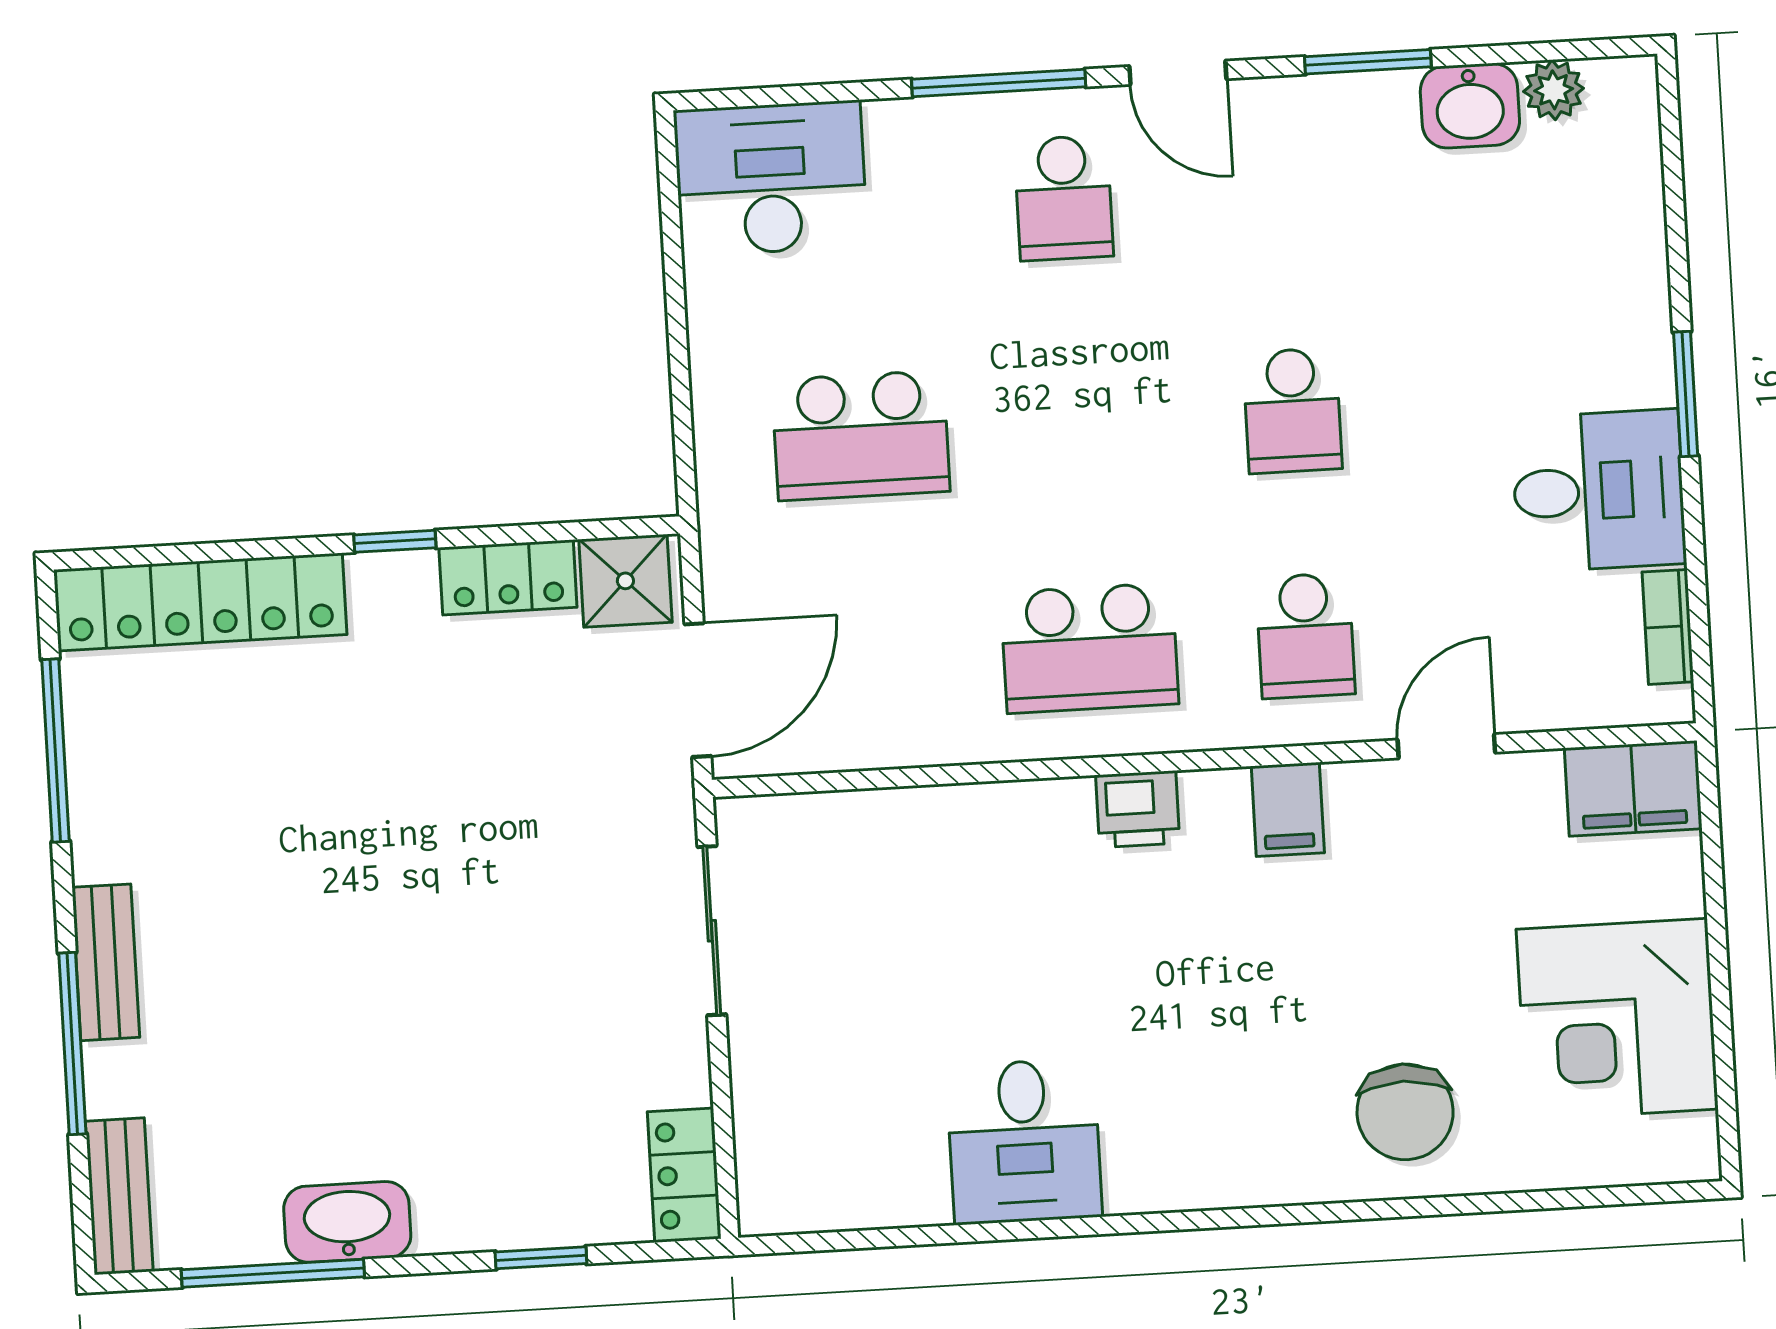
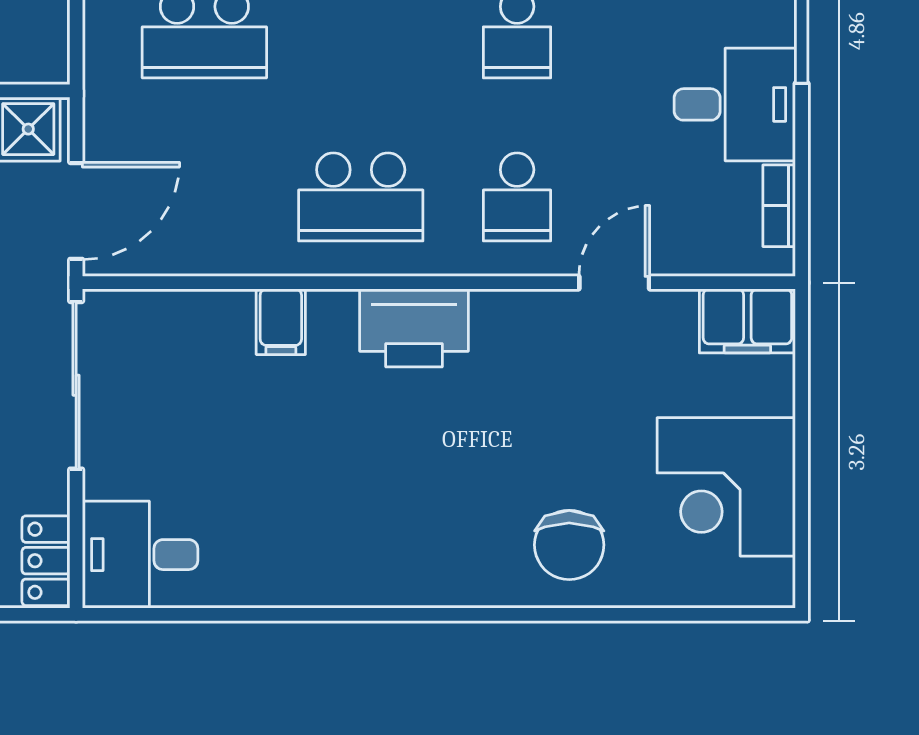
printer: (1138, 809) -> (414, 328), width x1.87, depth x1.48
filing cabinet: (1288, 809) -> (281, 322), moved
sliding door: (712, 931) -> (76, 385), width x1.37
desk: (1024, 1141) -> (140, 555), moved, turned 90

